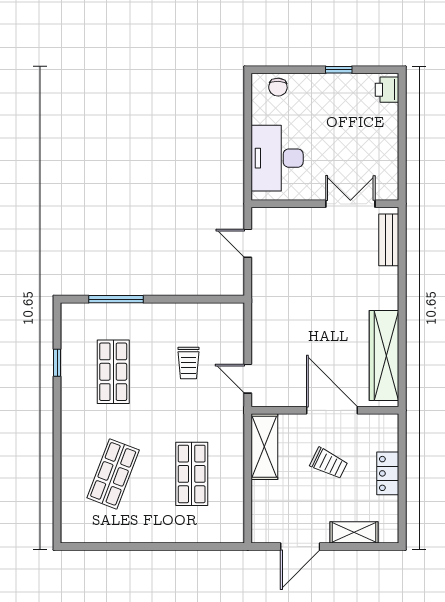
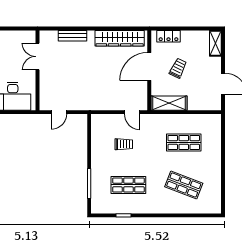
bench: (389, 240) -> (73, 36), moved
door: (248, 379) -> (132, 112), hinge flipped
locker: (388, 473) -> (168, 36), moved
shelving: (354, 532) -> (215, 43), moved

